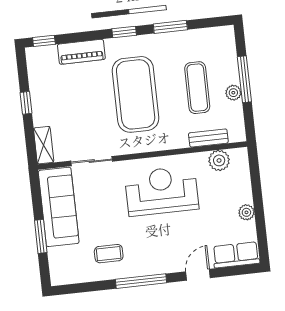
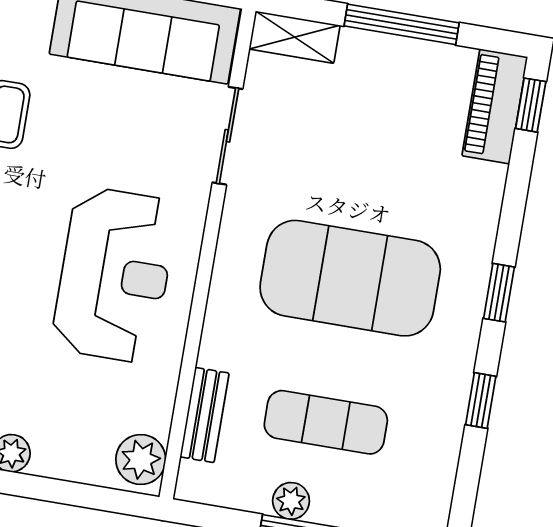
window: (170, 27) -> (481, 401), width x0.67
piano: (81, 52) -> (495, 106), moved
window: (26, 103) -> (402, 24), width x2.17
plant: (219, 160) -> (141, 459), moved

